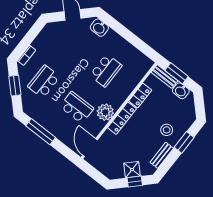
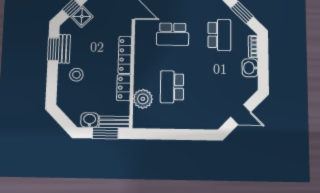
washbasin: (99, 28) -> (250, 68), moved, turned -90
plant: (105, 112) -> (143, 99), moved
window: (184, 142) -> (53, 49), moved

